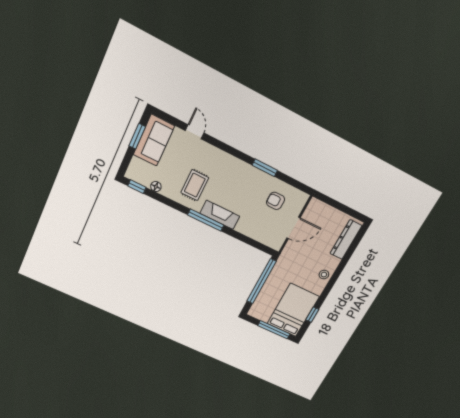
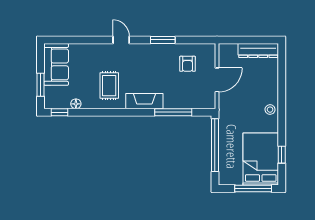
door: (195, 132) -> (121, 40), moved
window: (137, 136) -> (41, 85), moved
armchair: (275, 201) -> (187, 64), turned -90
window: (206, 220) -> (173, 112), moved
dresser: (346, 240) -> (258, 51), moved, turned -90

